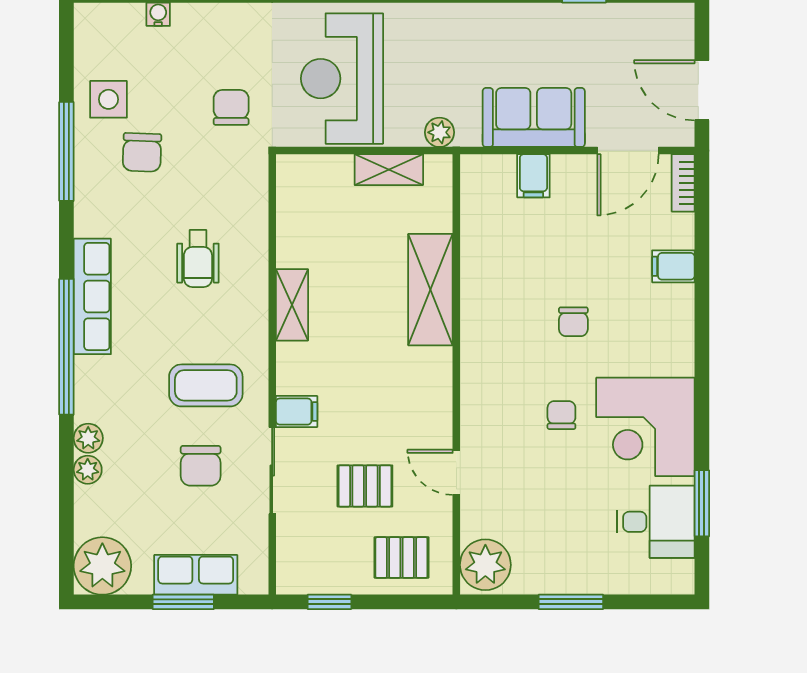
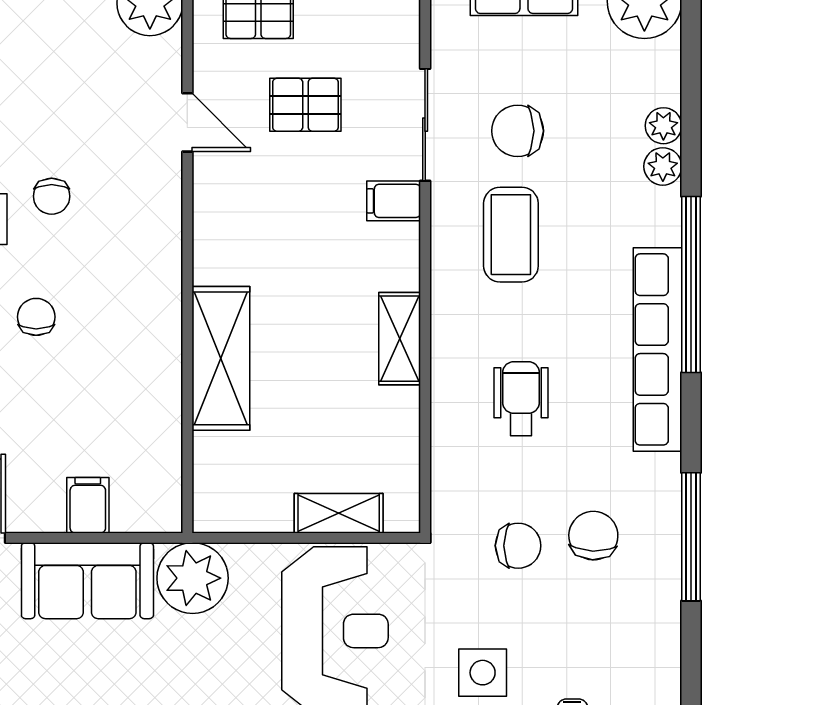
side table: (108, 99) -> (483, 673), moved
chair: (231, 107) -> (518, 546), moved, turned -90
plant: (439, 132) -> (193, 578), width x1.88, depth x1.88
shelving: (389, 170) -> (339, 513), moved
row of seats: (92, 296) -> (657, 349), width x1.36
coffee table: (206, 385) -> (511, 235), turned 90
chair: (201, 466) -> (518, 131), turned -90

